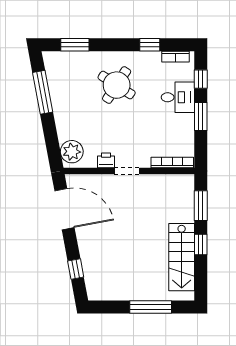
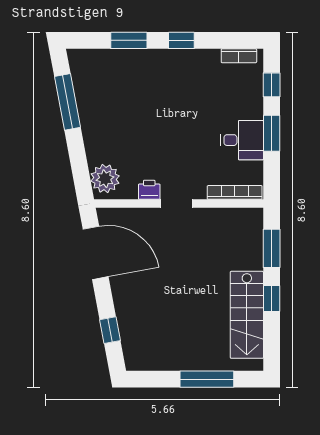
window: (75, 45) -> (129, 40), moved
window: (150, 45) -> (181, 40), moved
round table: (117, 85) -> (163, 93), removed
desk: (178, 97) -> (242, 140), moved

